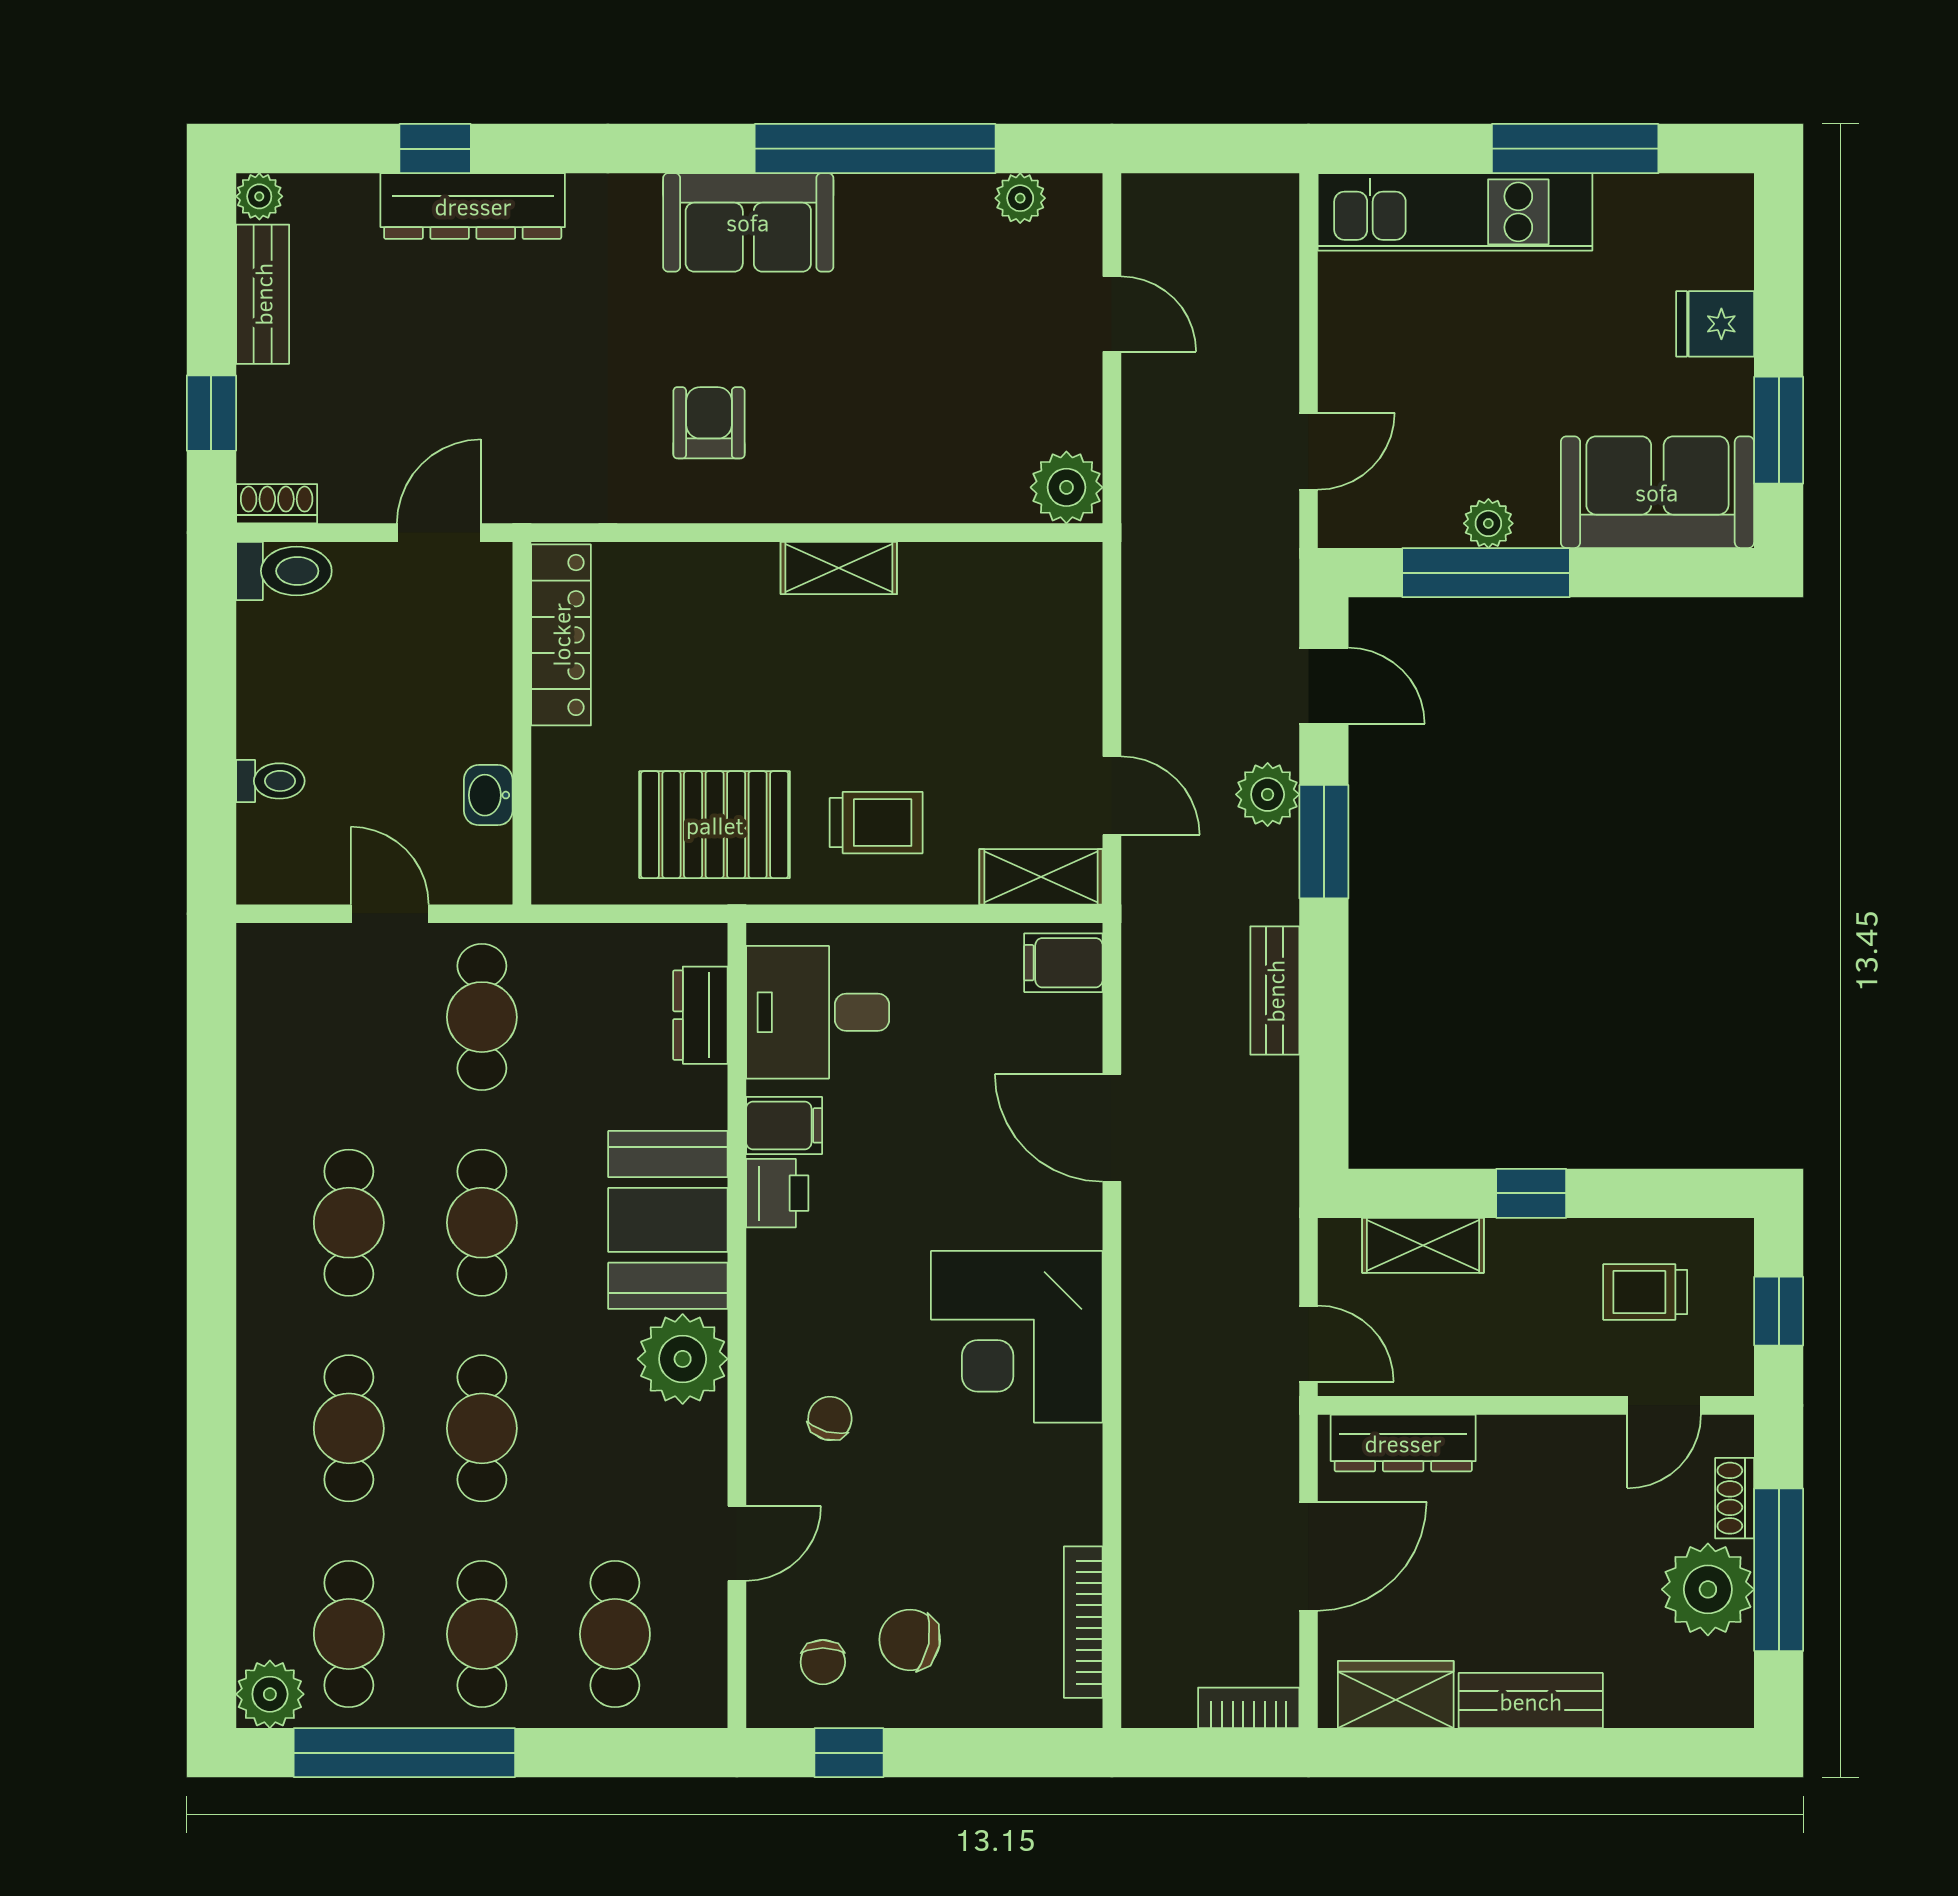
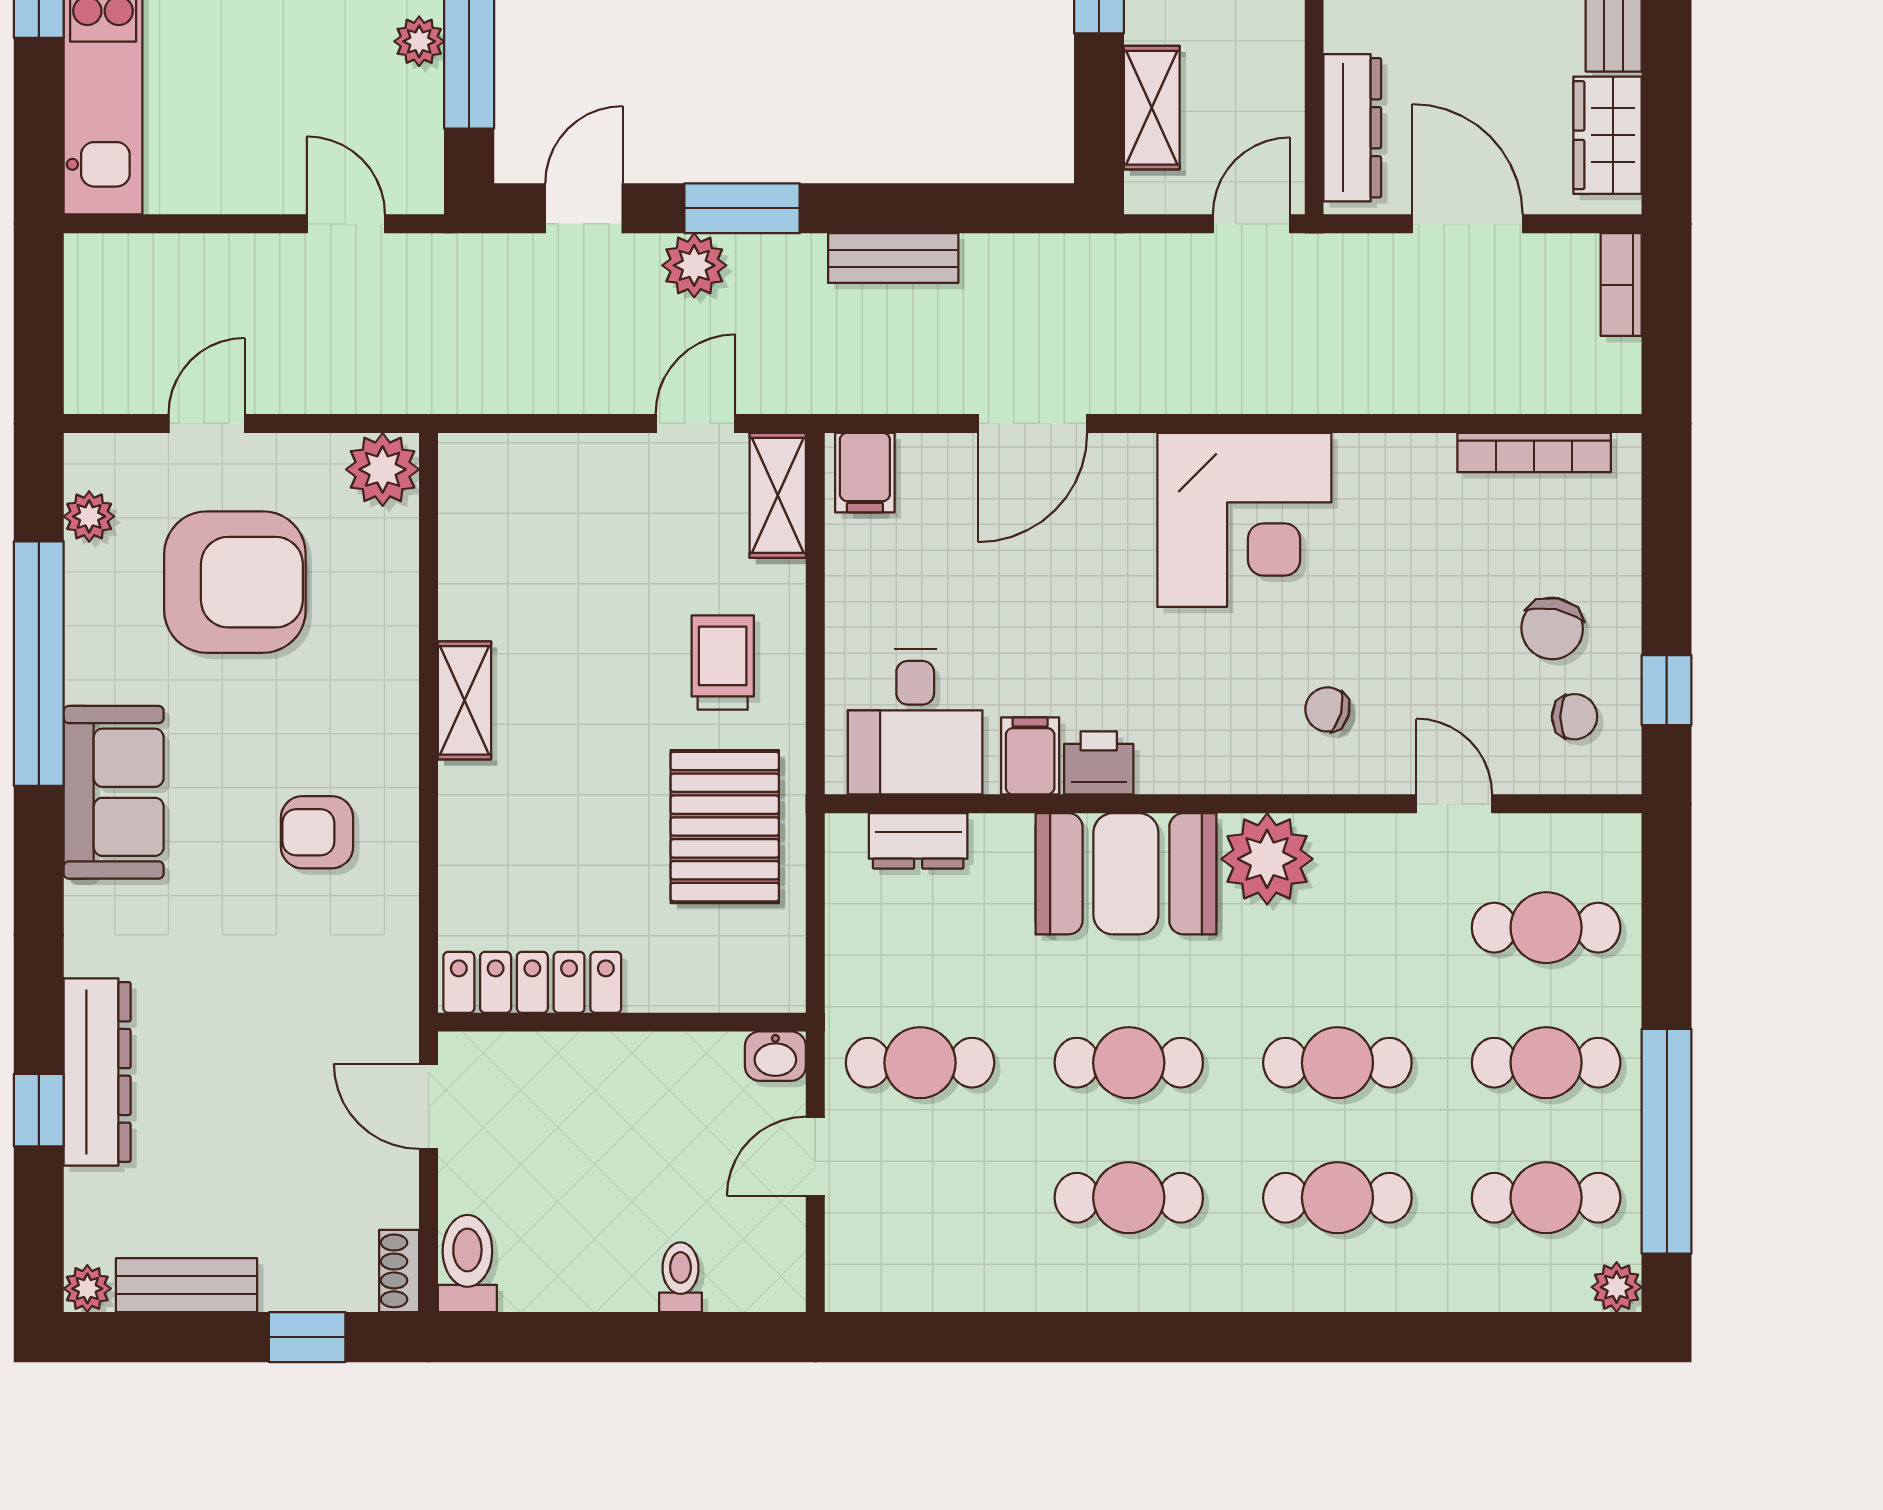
armchair: (955, 342) -> (235, 582), added
washbasin: (488, 795) -> (775, 1056), moved
plant: (270, 1694) -> (1617, 1287), width x0.73, depth x0.73

